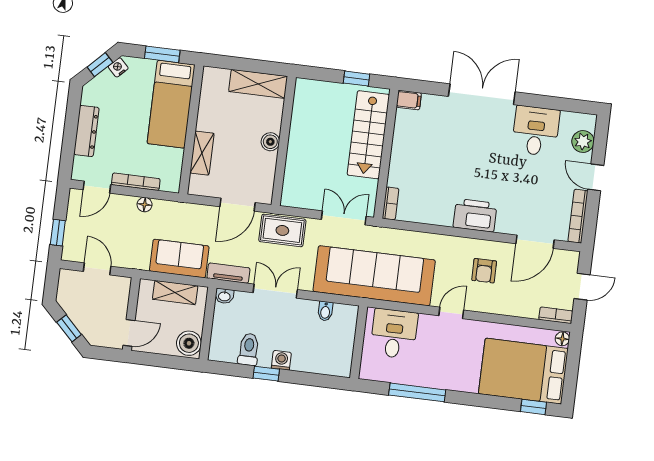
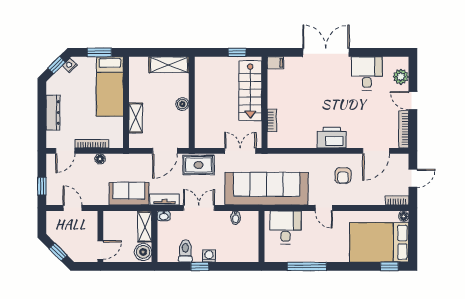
bookcase: (391, 203) -> (272, 120), moved
shelving: (175, 292) -> (145, 227), moved, turned 90
door: (451, 313) -> (324, 208), swing flipped

